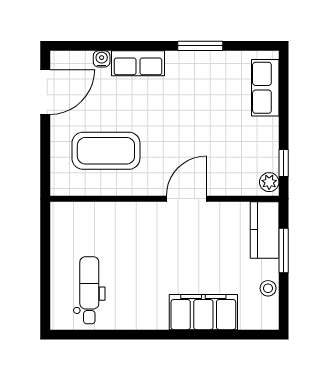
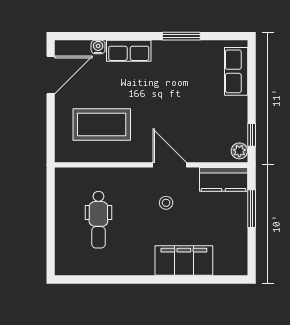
door: (186, 199) -> (170, 165), hinge flipped
kitchen counter: (265, 230) -> (224, 179), moved, turned -90
stool: (268, 288) -> (166, 203), moved
dental chair: (89, 290) -> (98, 220), moved, turned 180

